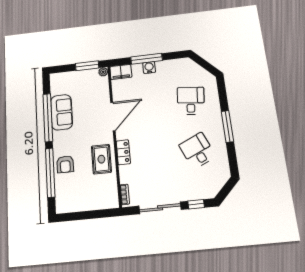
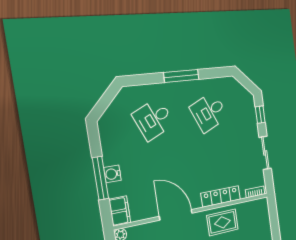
desk: (191, 101) -> (153, 119), turned -30
locker: (123, 152) -> (221, 196), width x1.53
sliding door: (160, 208) -> (265, 153), width x0.73

